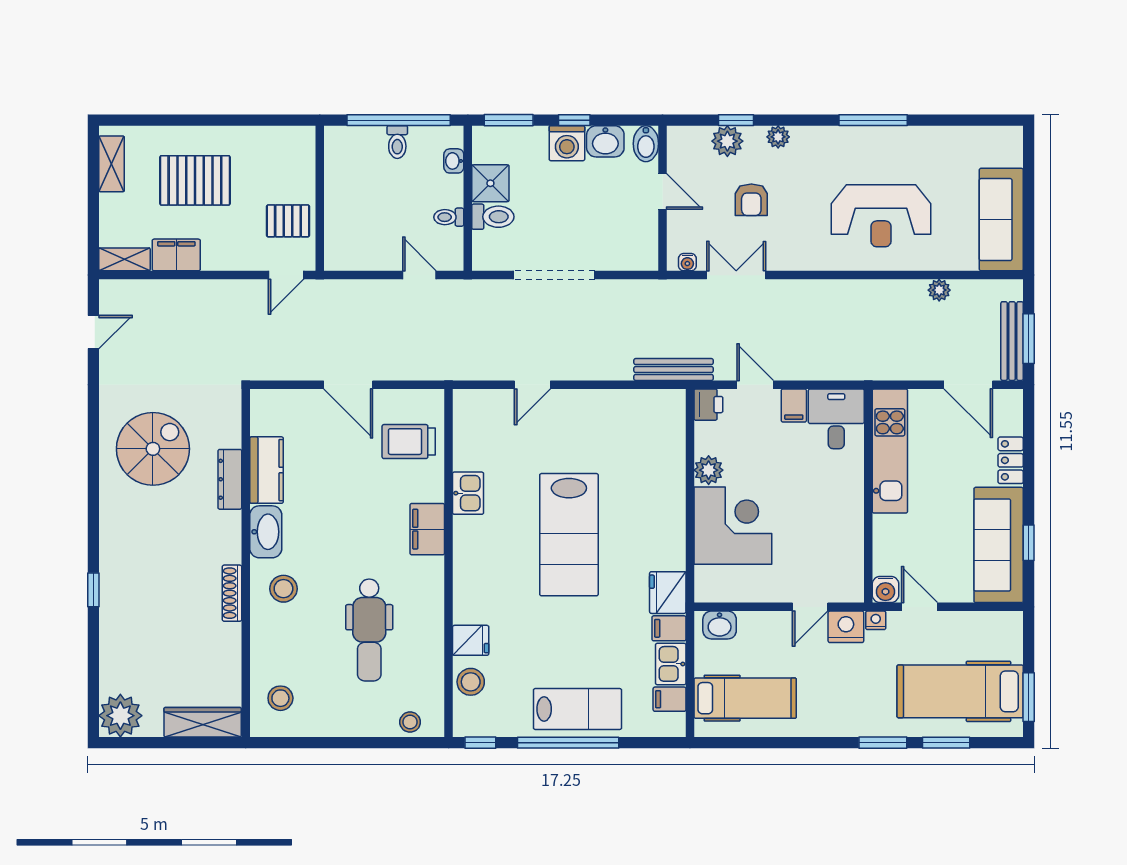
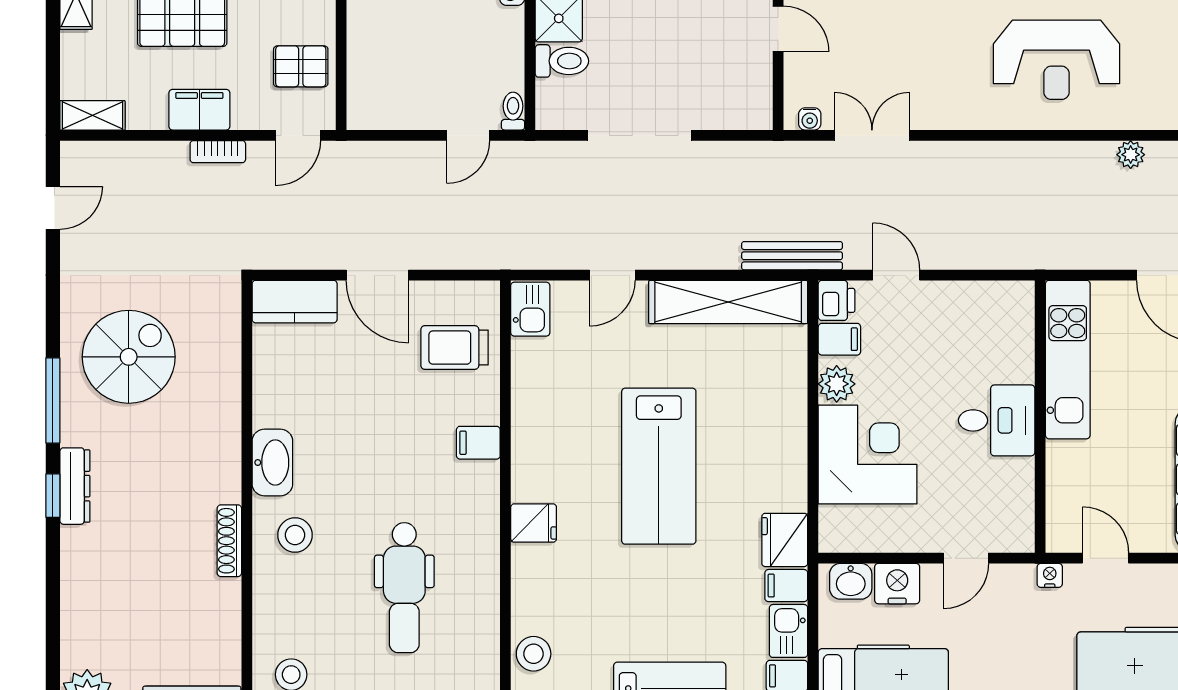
armchair: (751, 200) -> (891, 39), removed
toilet: (449, 217) -> (513, 111), moved, turned 90
filing cabinet: (176, 255) -> (199, 110), moved
door: (419, 275) -> (468, 135), swing flipped
bookcase: (223, 288) -> (218, 152), added
filing cabinet: (794, 405) -> (839, 339), moved, turned -90
shelving: (623, 406) -> (728, 302), added
desk: (836, 419) -> (997, 420), moved, turned 90
kitchen counter: (266, 470) -> (295, 302), moved, turned 90
dresser: (230, 479) -> (75, 486), moved, turned 180
window: (93, 483) -> (53, 400), added
kitchen sink: (468, 493) -> (530, 309), moved
filing cabinet: (427, 529) -> (478, 443), width x0.50
window: (93, 590) -> (53, 496), moved
water cooler: (885, 590) -> (1062, 536), removed
nightstand: (846, 627) -> (897, 584), moved
fridge: (471, 640) -> (534, 523), moved

